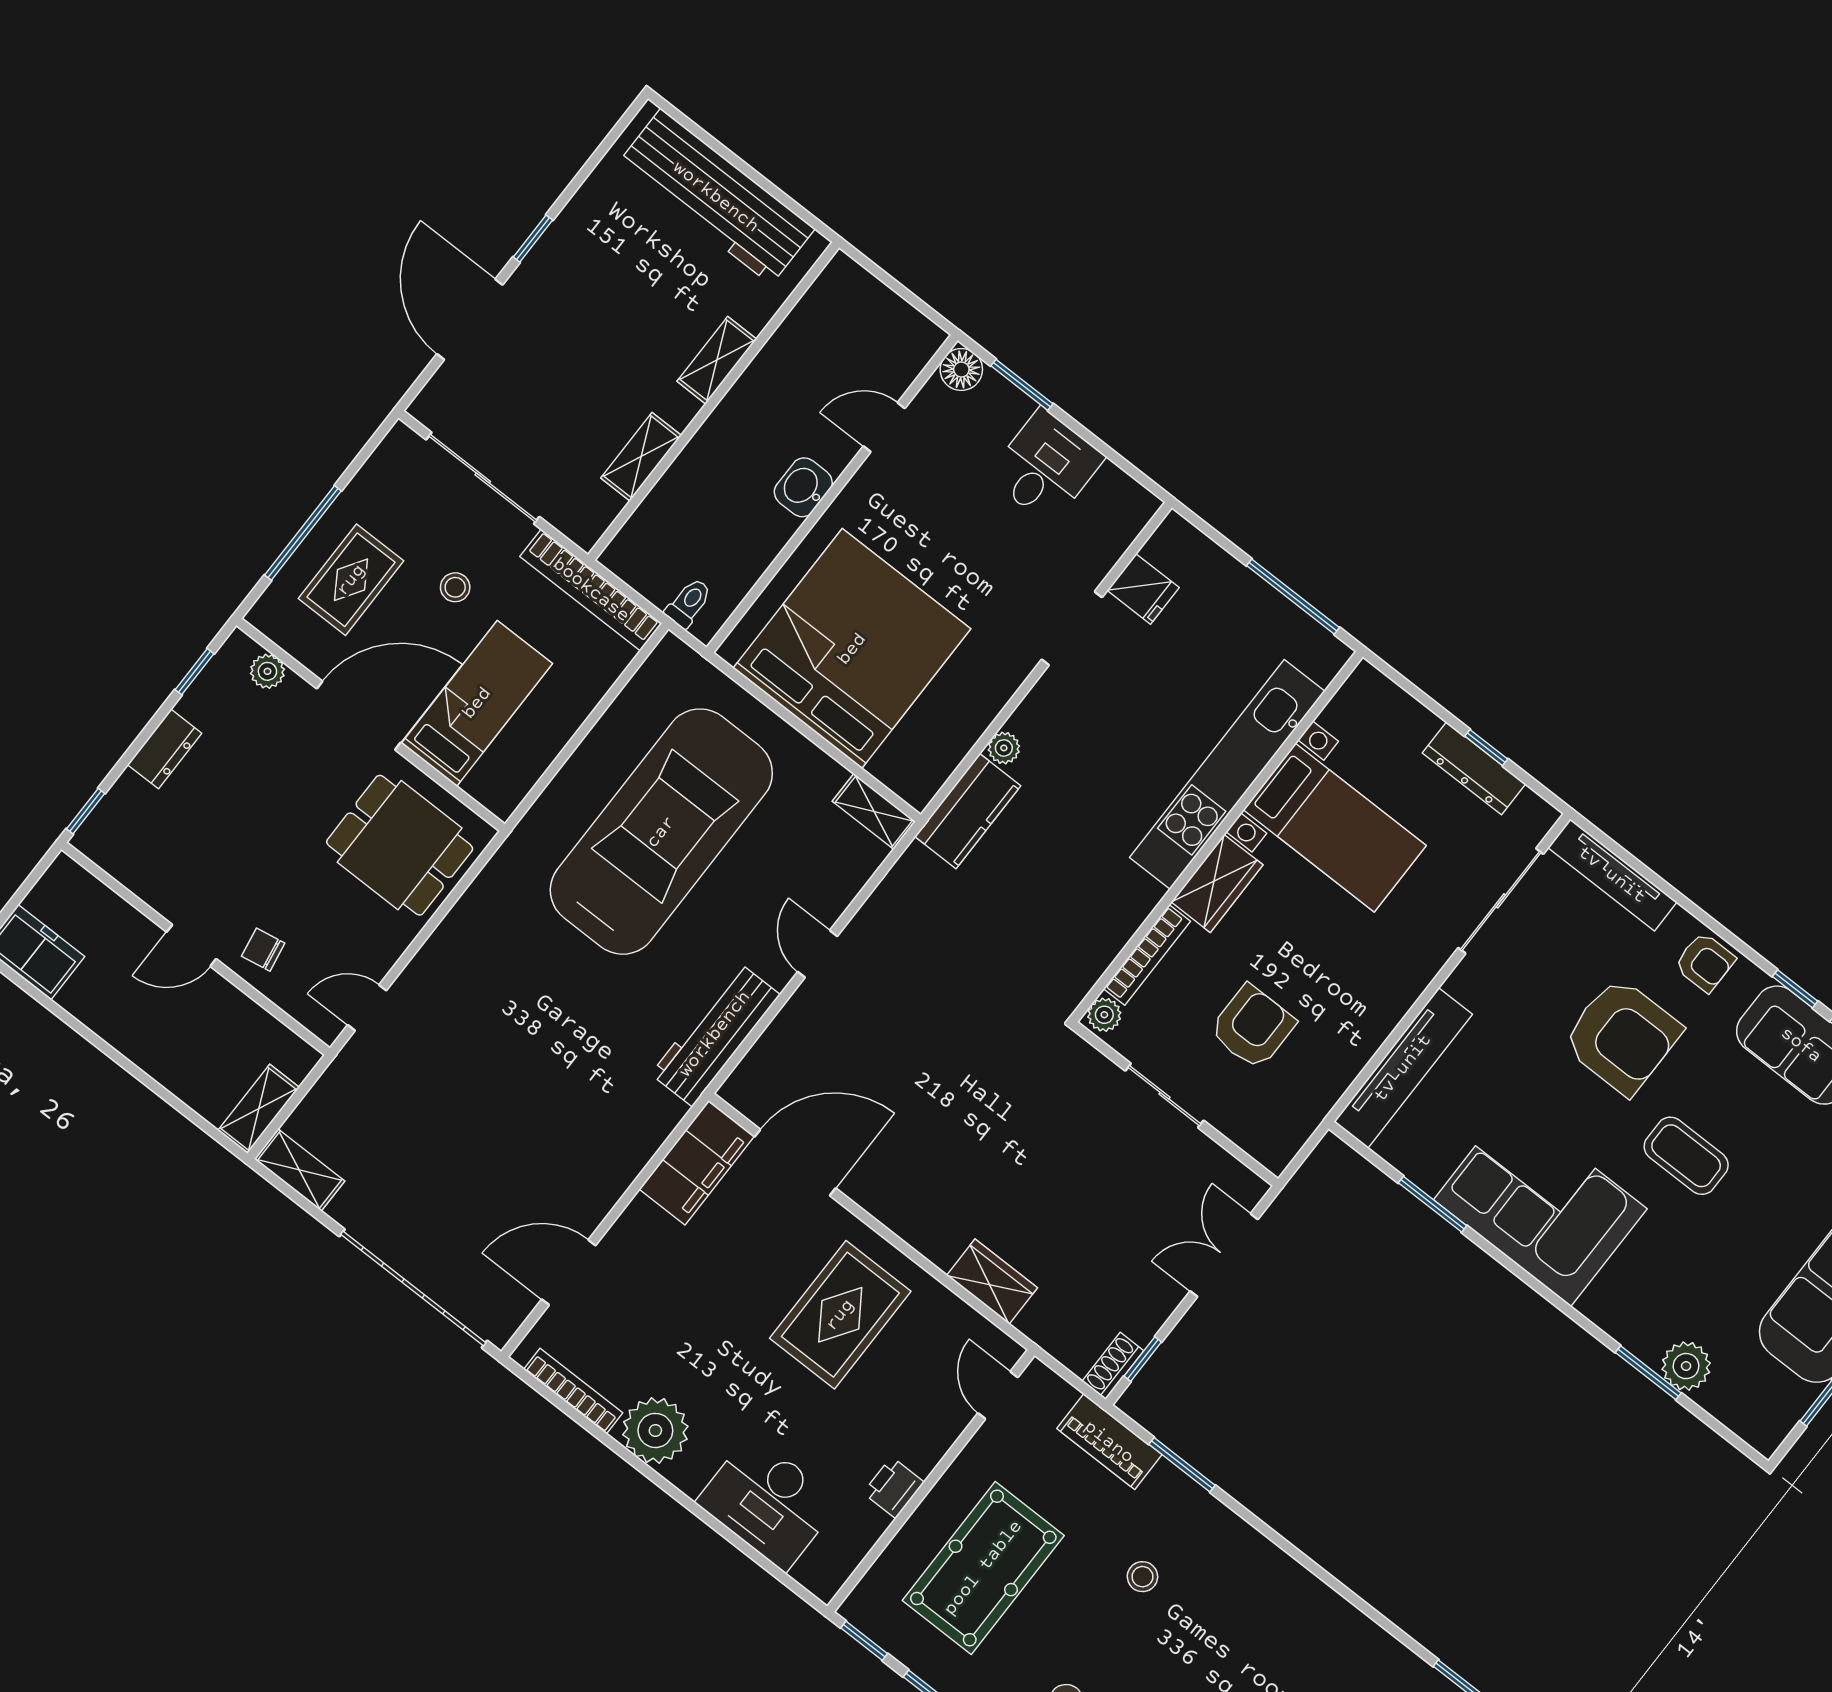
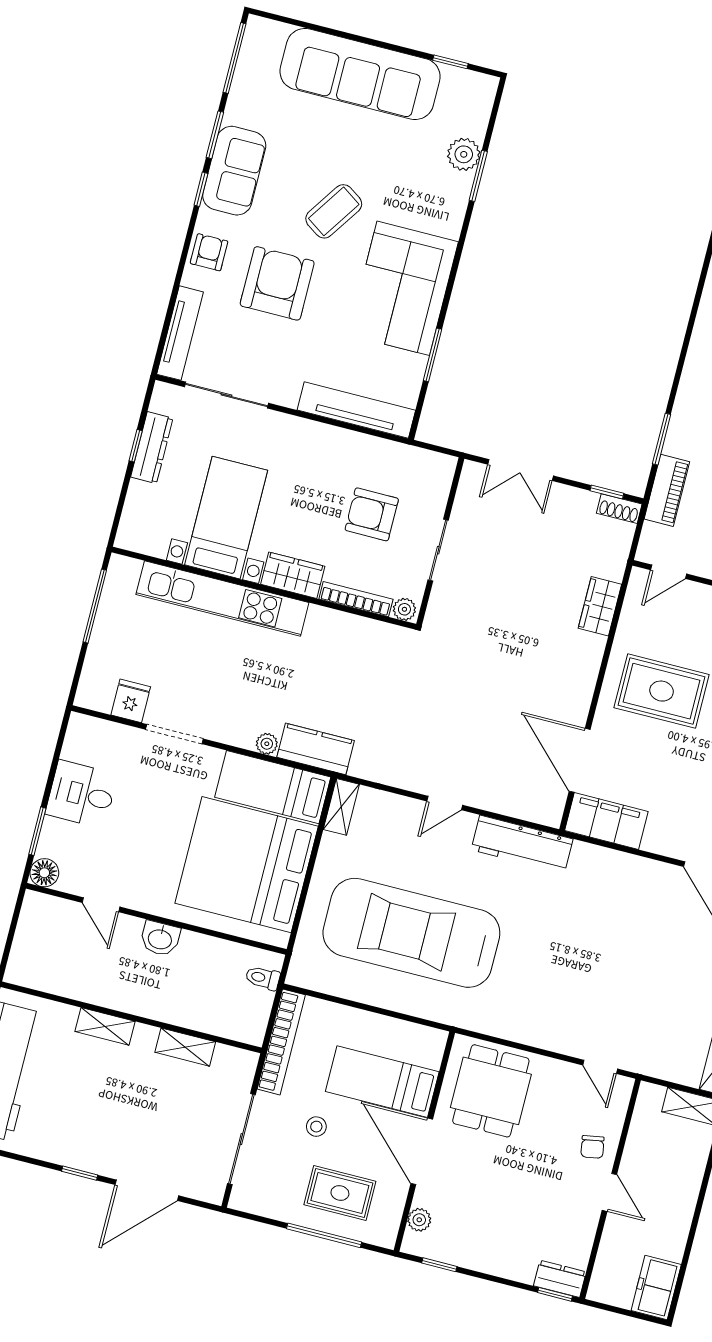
bed: (942, 730) -> (273, 787), added
dresser: (165, 749) -> (560, 1279), moved
coffee table: (1686, 1156) -> (334, 211), turned 34

